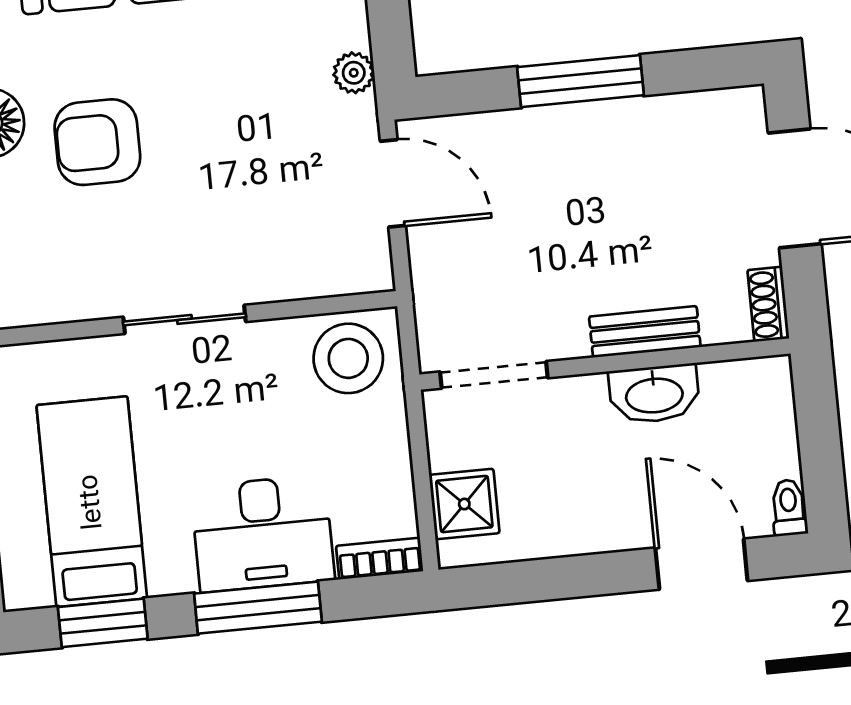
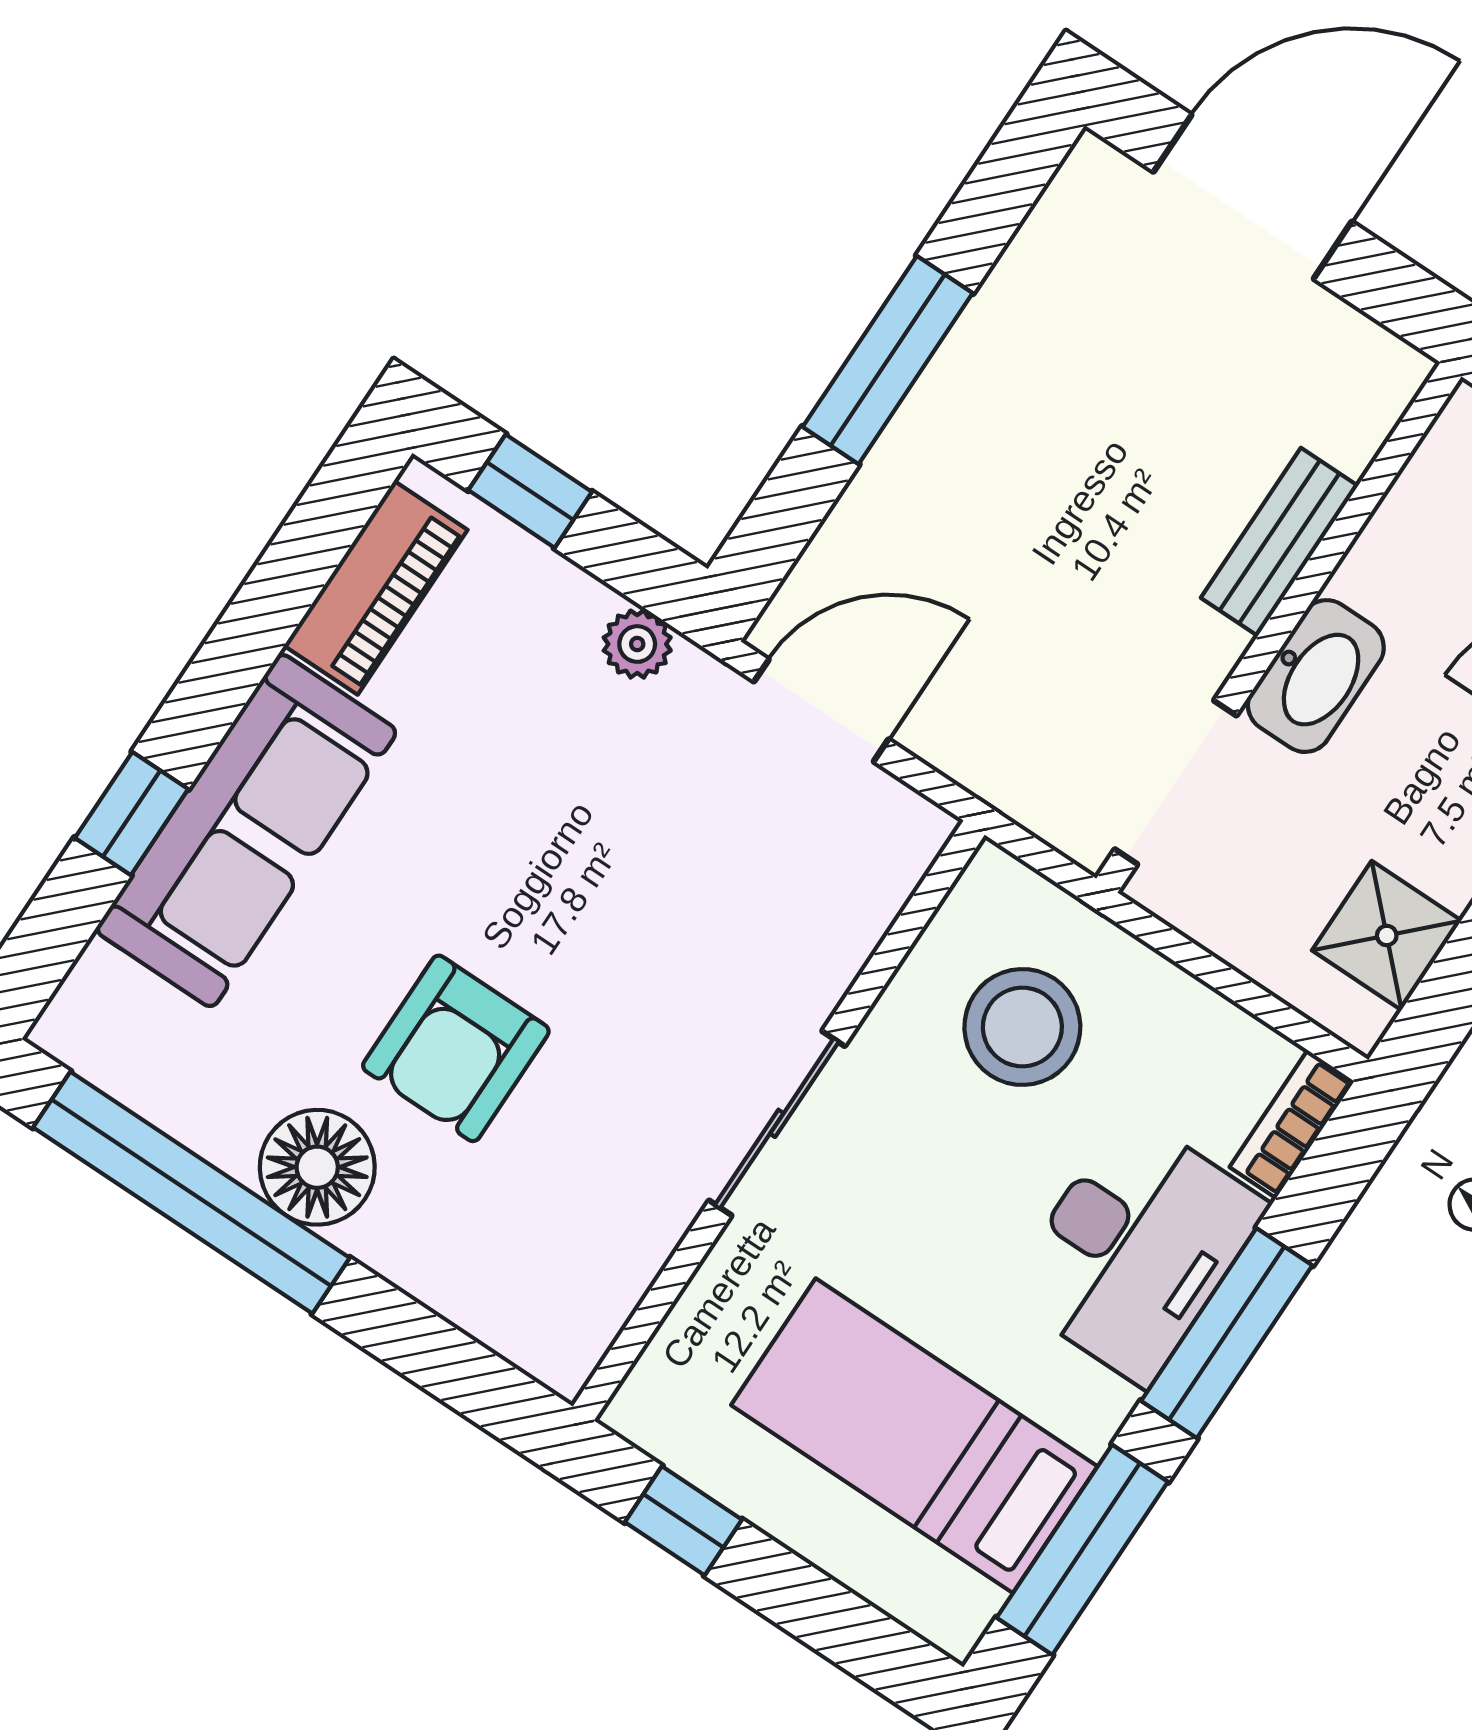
shoe rack: (768, 304) -> (1374, 353), removed
stool: (348, 358) -> (1022, 1027), moved
washbasin: (654, 394) -> (1316, 676), moved
shower: (464, 504) -> (1387, 936), moved
window: (103, 623) -> (1082, 1550), width x1.44

